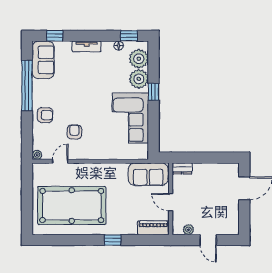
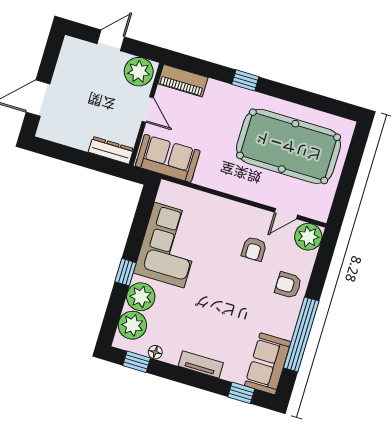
plant: (37, 155) -> (308, 237), width x1.88, depth x1.88
dresser: (182, 168) -> (111, 150), width x1.44
plant: (188, 230) -> (139, 72), width x1.88, depth x1.88
door: (208, 240) -> (111, 40), hinge flipped

